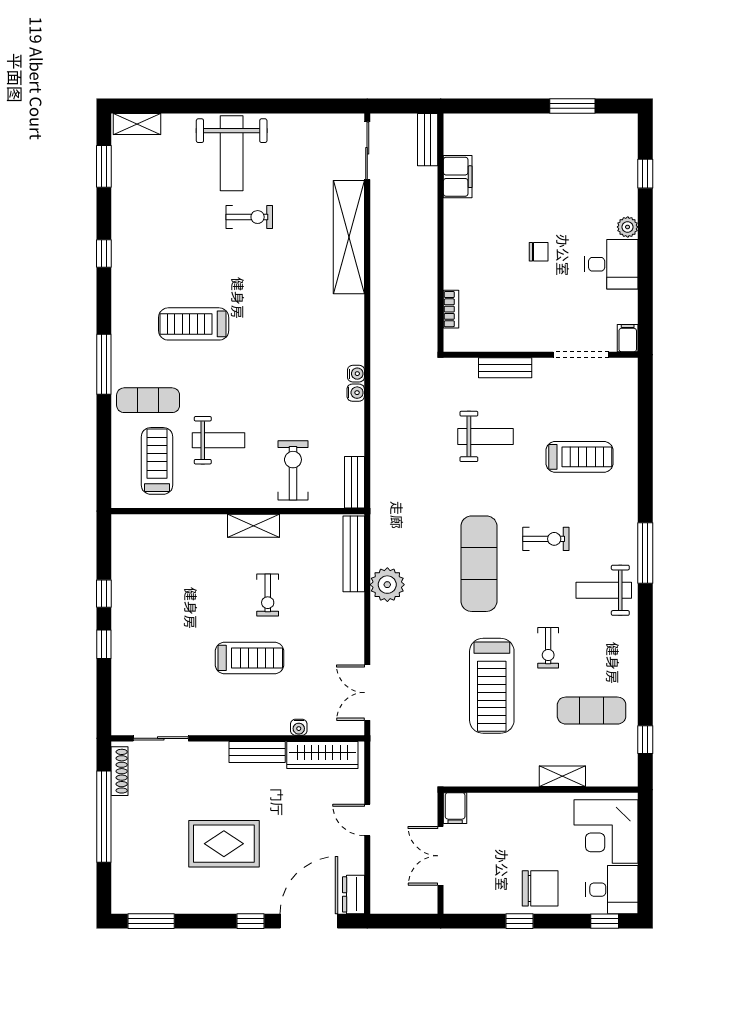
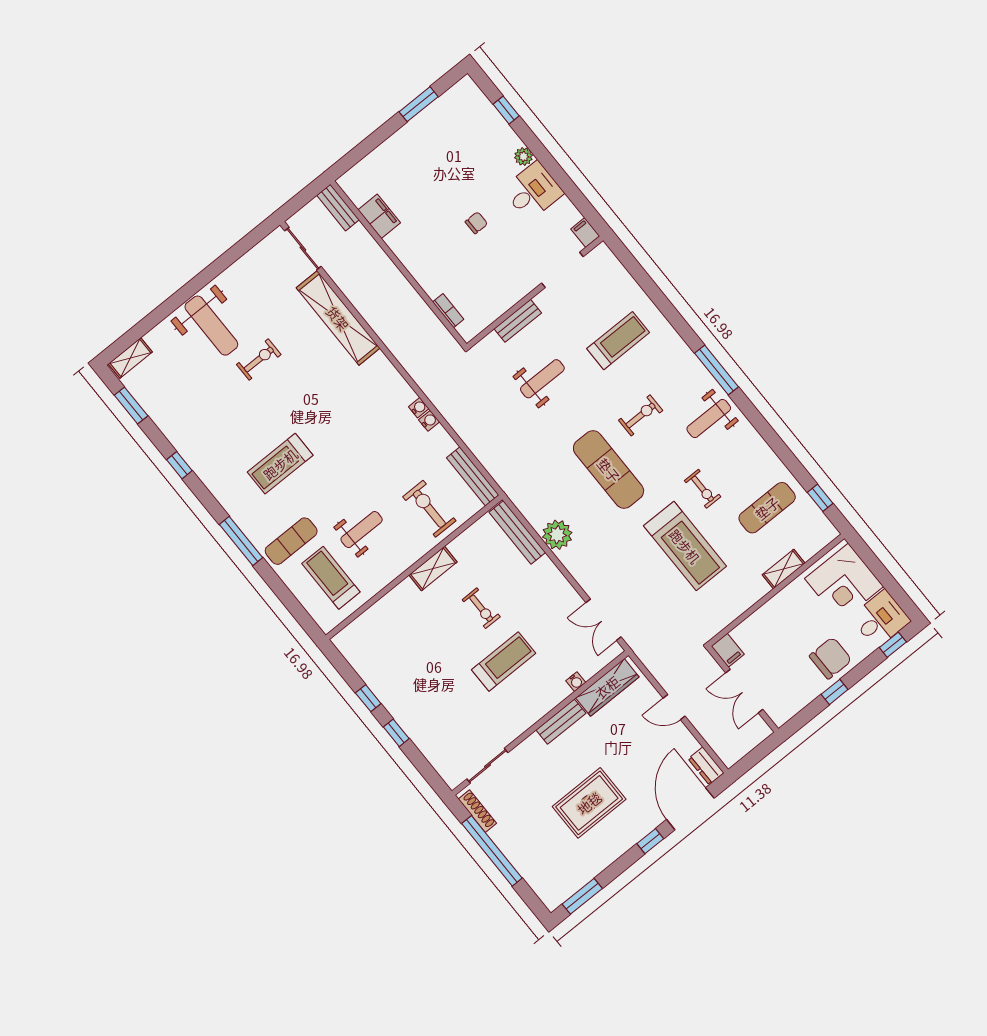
bench: (354, 482) -> (473, 476), width x1.36

